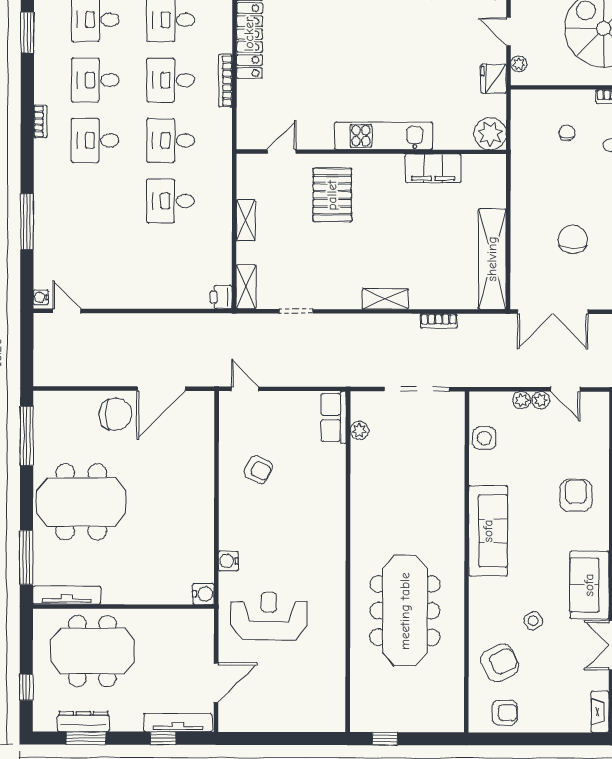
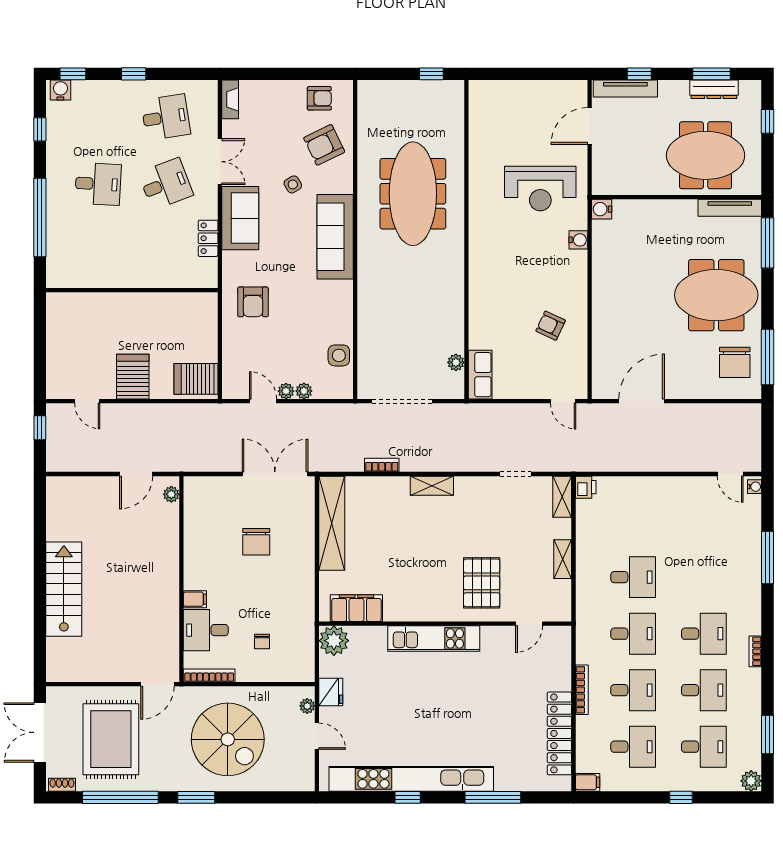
filing cabinet: (433, 168) -> (356, 608), moved
chair: (115, 414) -> (735, 362), moved, turned -90
sofa: (488, 531) -> (335, 237), moved
armchair: (505, 713) -> (319, 98), turned 180

